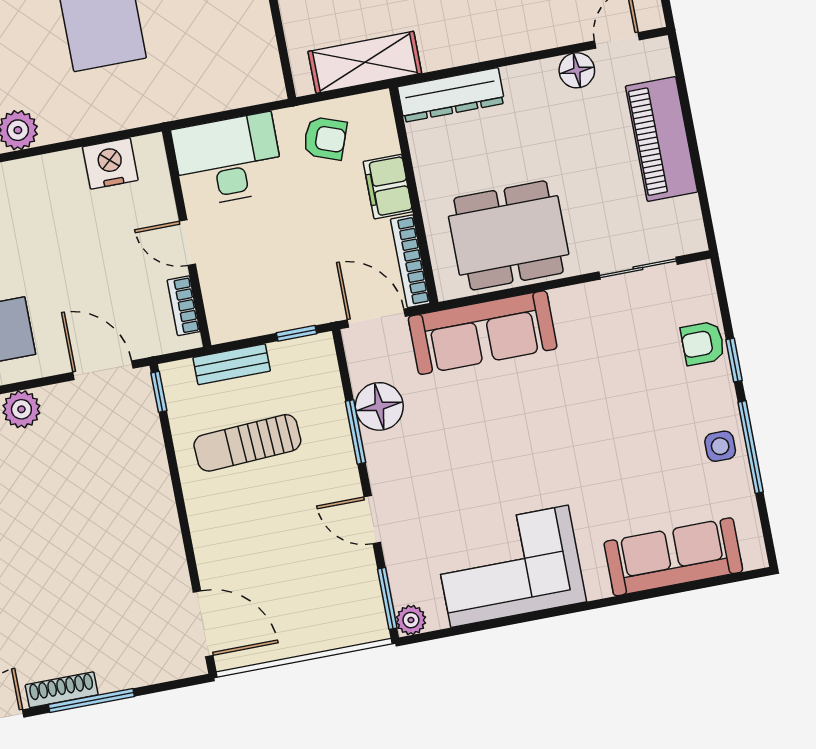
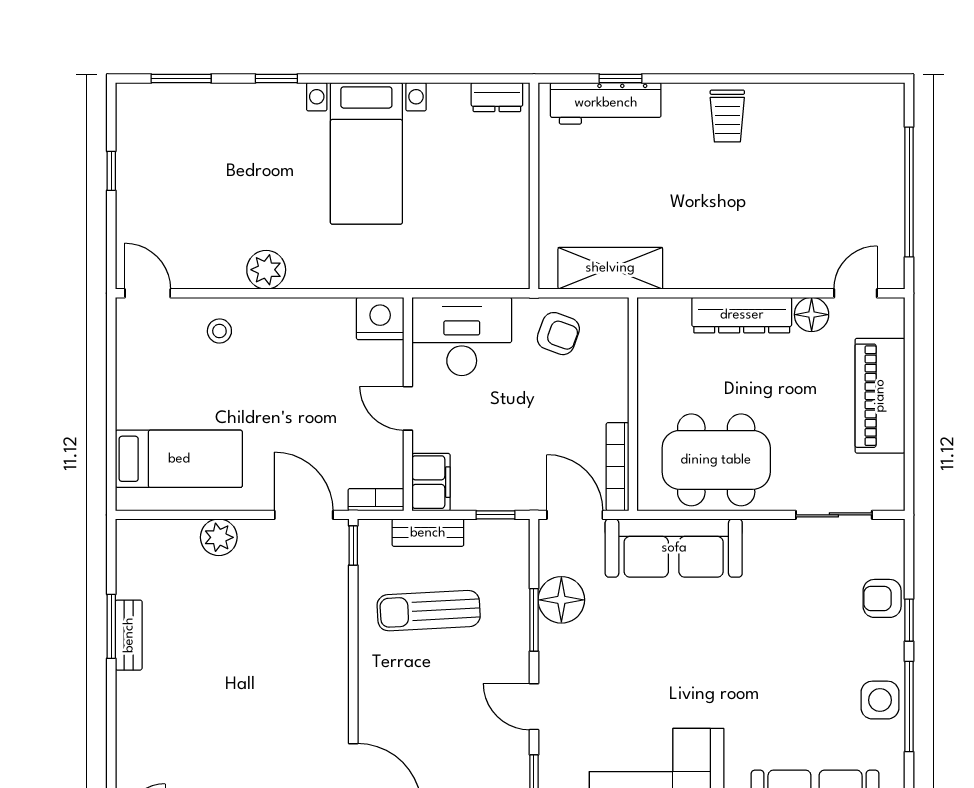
dresser: (451, 95) -> (742, 315), moved
nightstand: (110, 164) -> (380, 319), moved
filing cabinet: (388, 187) -> (431, 482), moved, turned 180
bookcase: (184, 306) -> (376, 500), moved, turned 90
side table: (720, 446) -> (880, 700), width x1.37, depth x1.37

